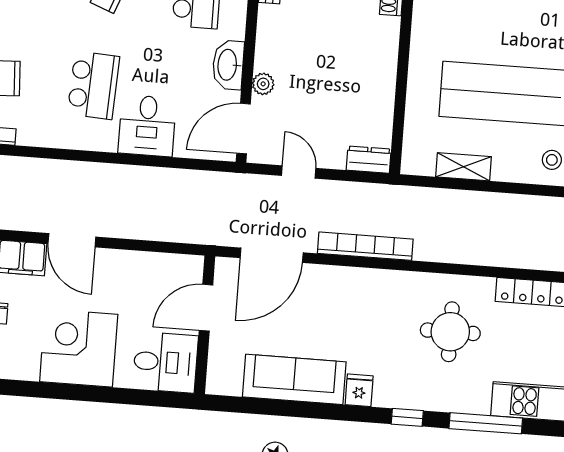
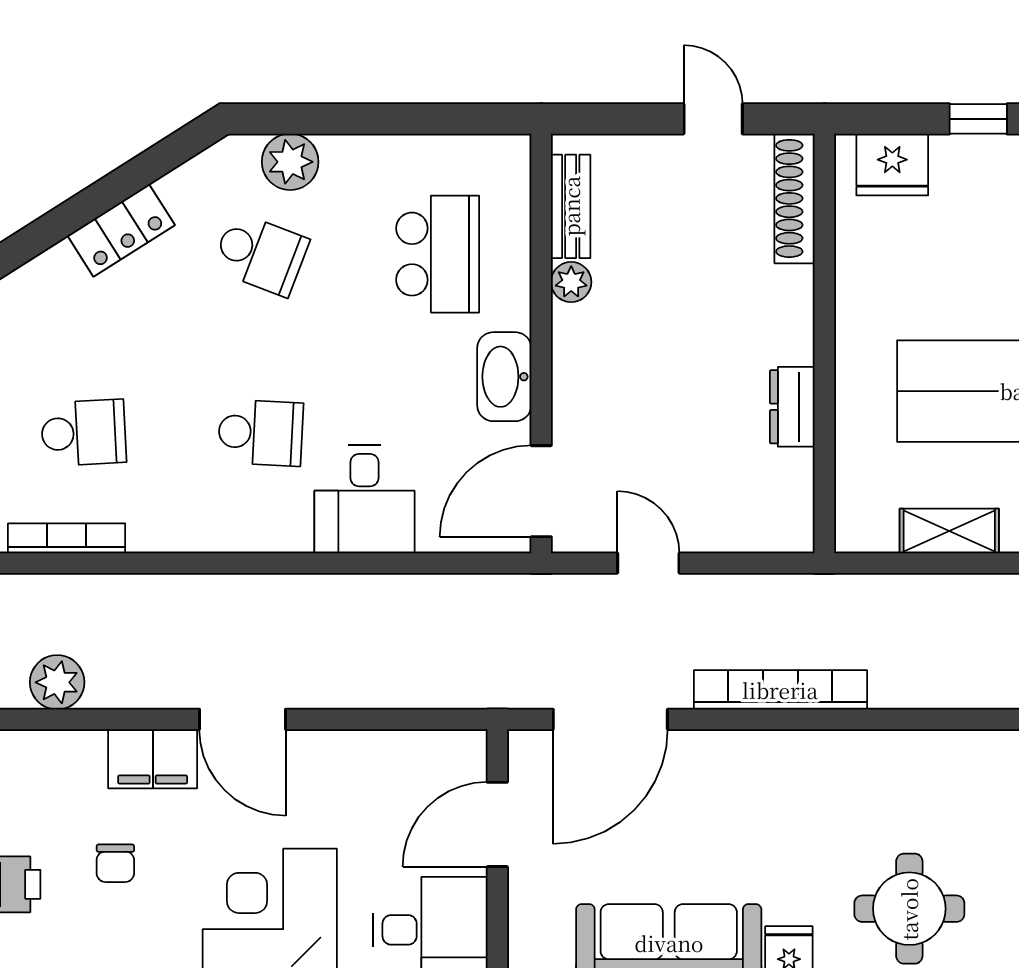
plant: (263, 84) -> (571, 282), moved
school desk: (93, 85) -> (261, 433), width x0.54
dresser: (369, 160) -> (792, 407), moved, turned -90
round table: (450, 332) -> (909, 909), moved

